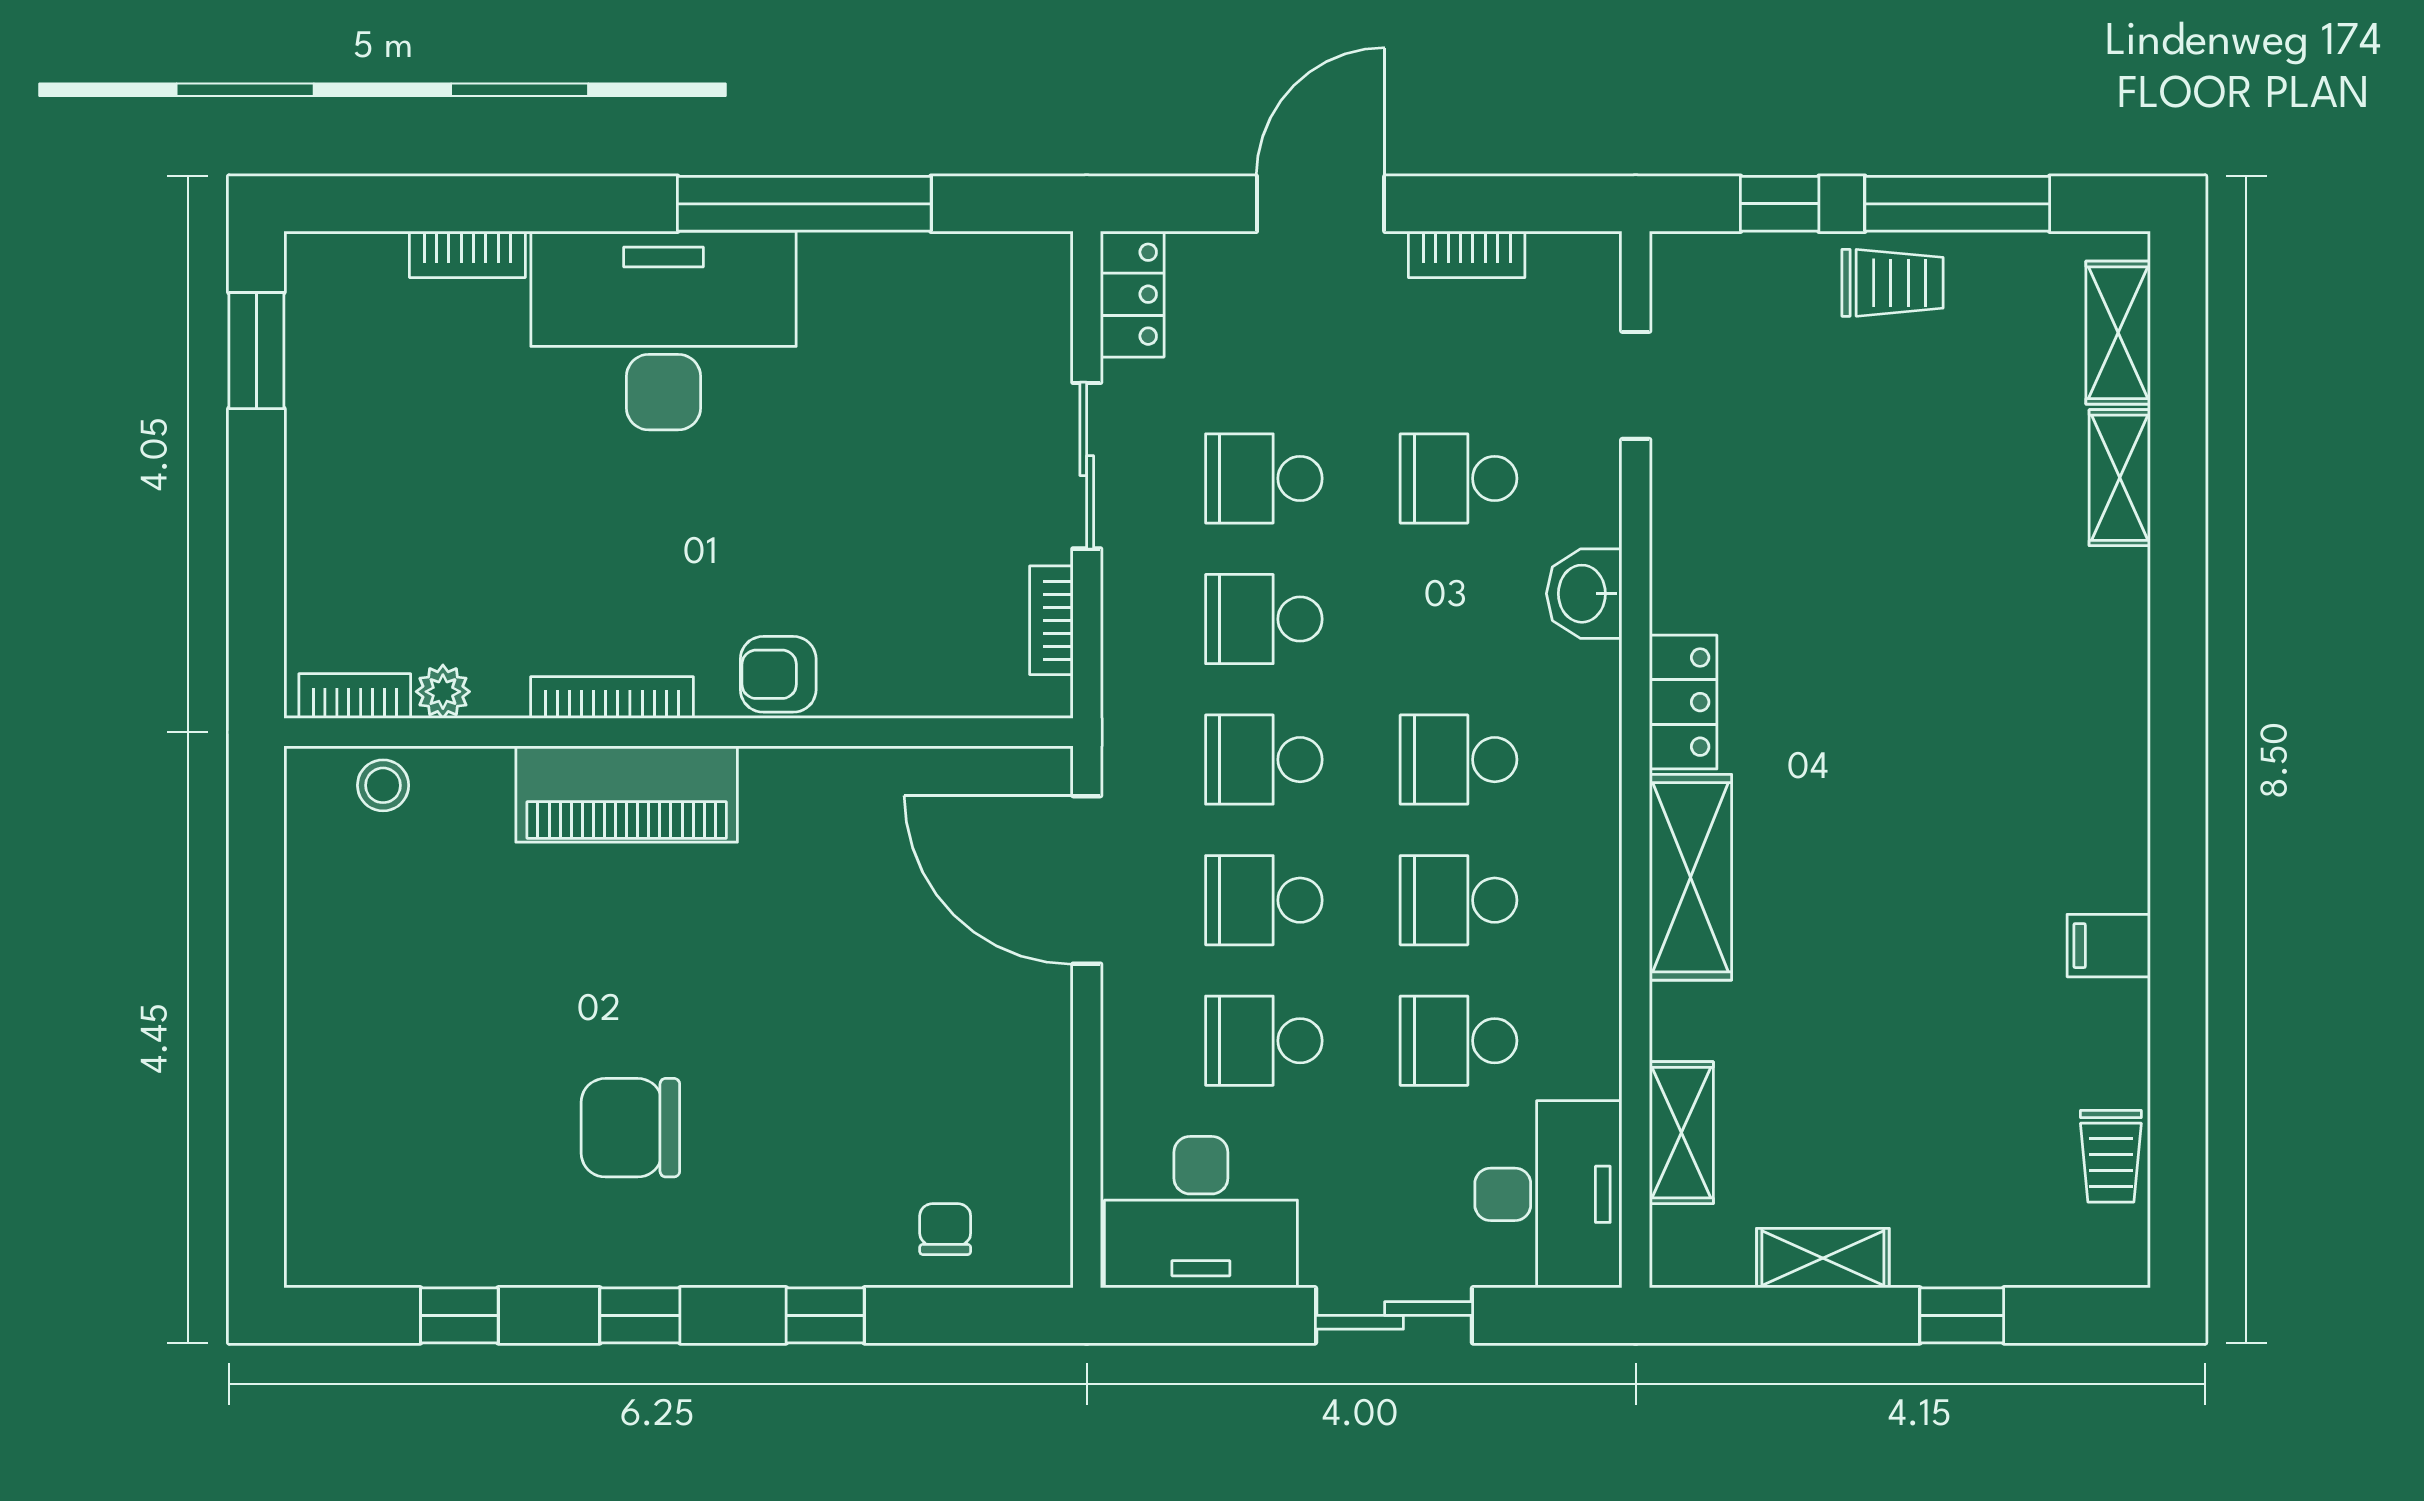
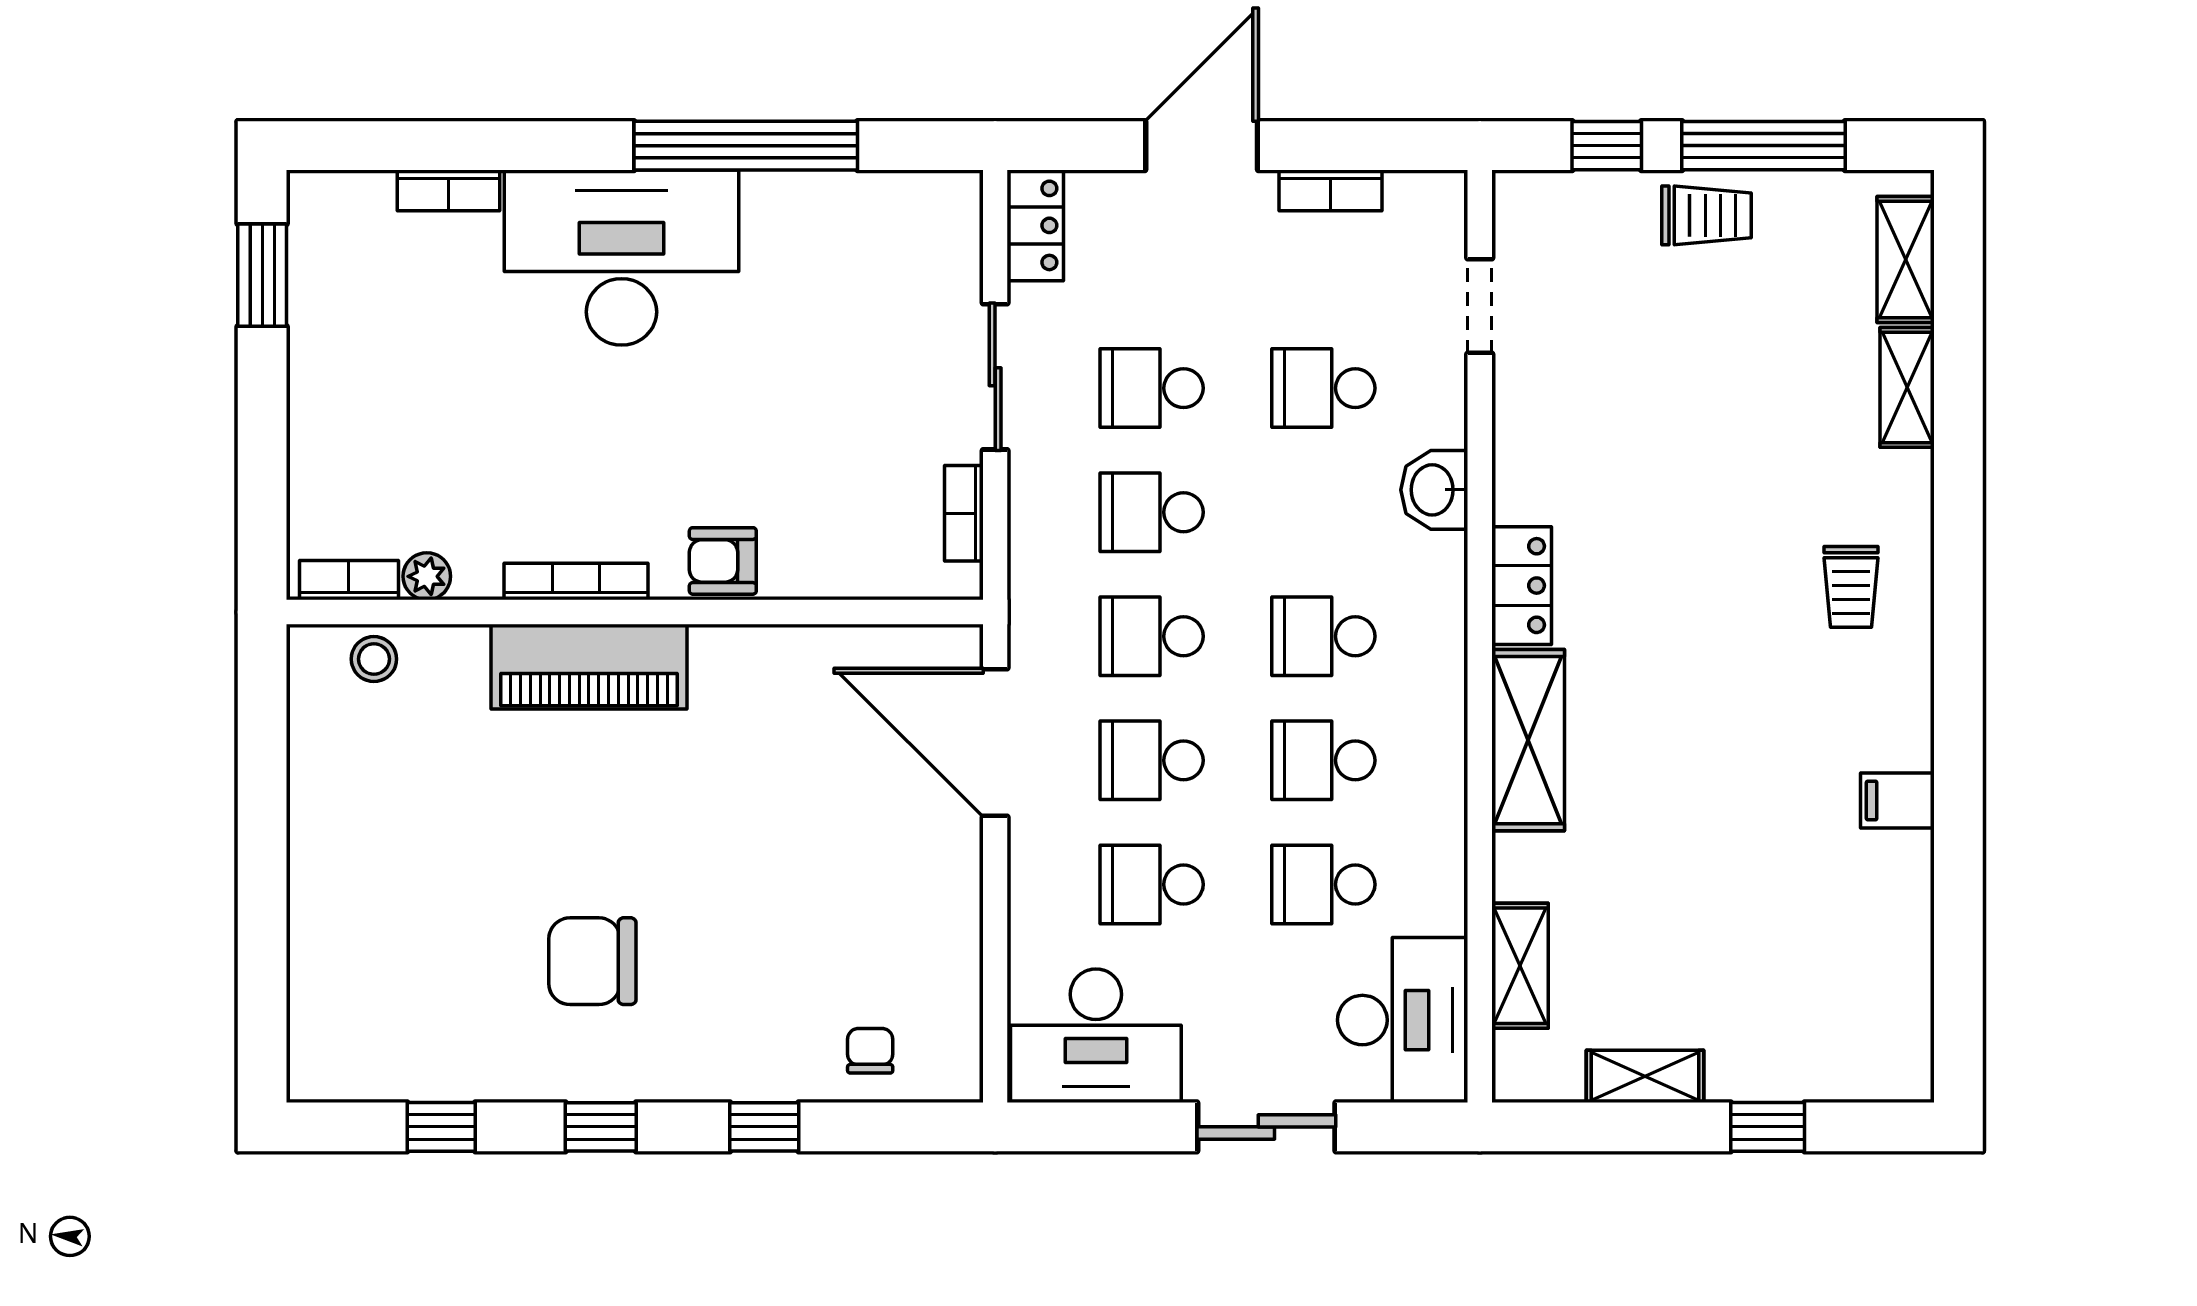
trolley: (2111, 1156) -> (1851, 587), moved

